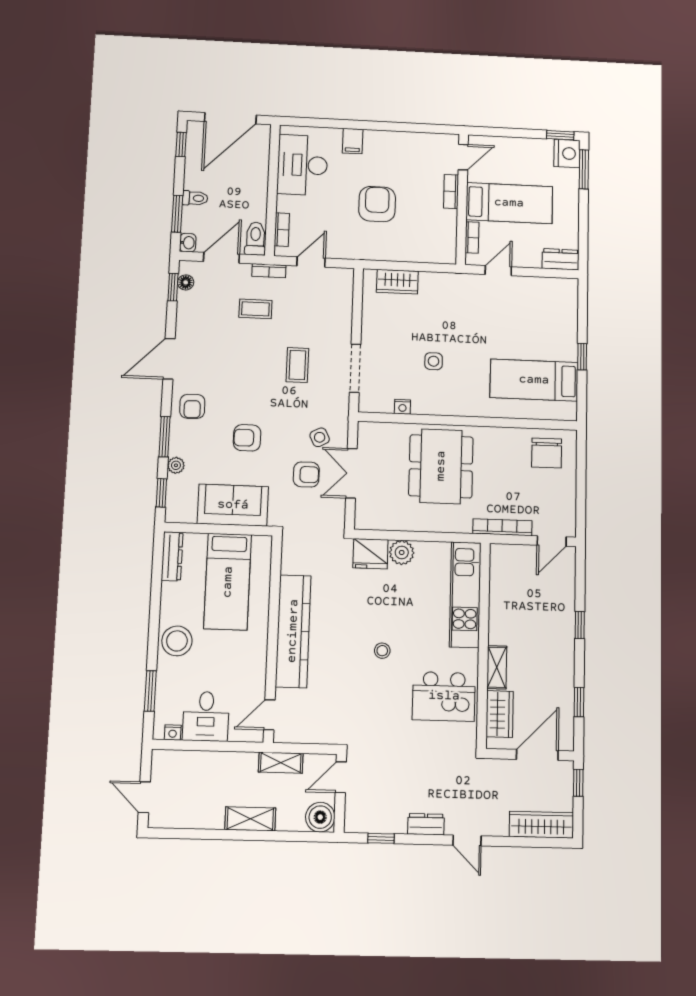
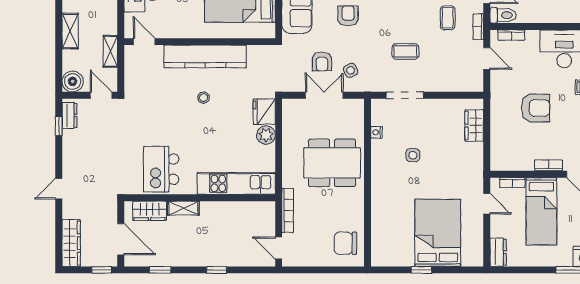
bed: (534, 380) -> (438, 233), moved, width x1.50
stool: (382, 651) -> (204, 98), moved
dresser: (426, 824) -> (69, 115), moved

